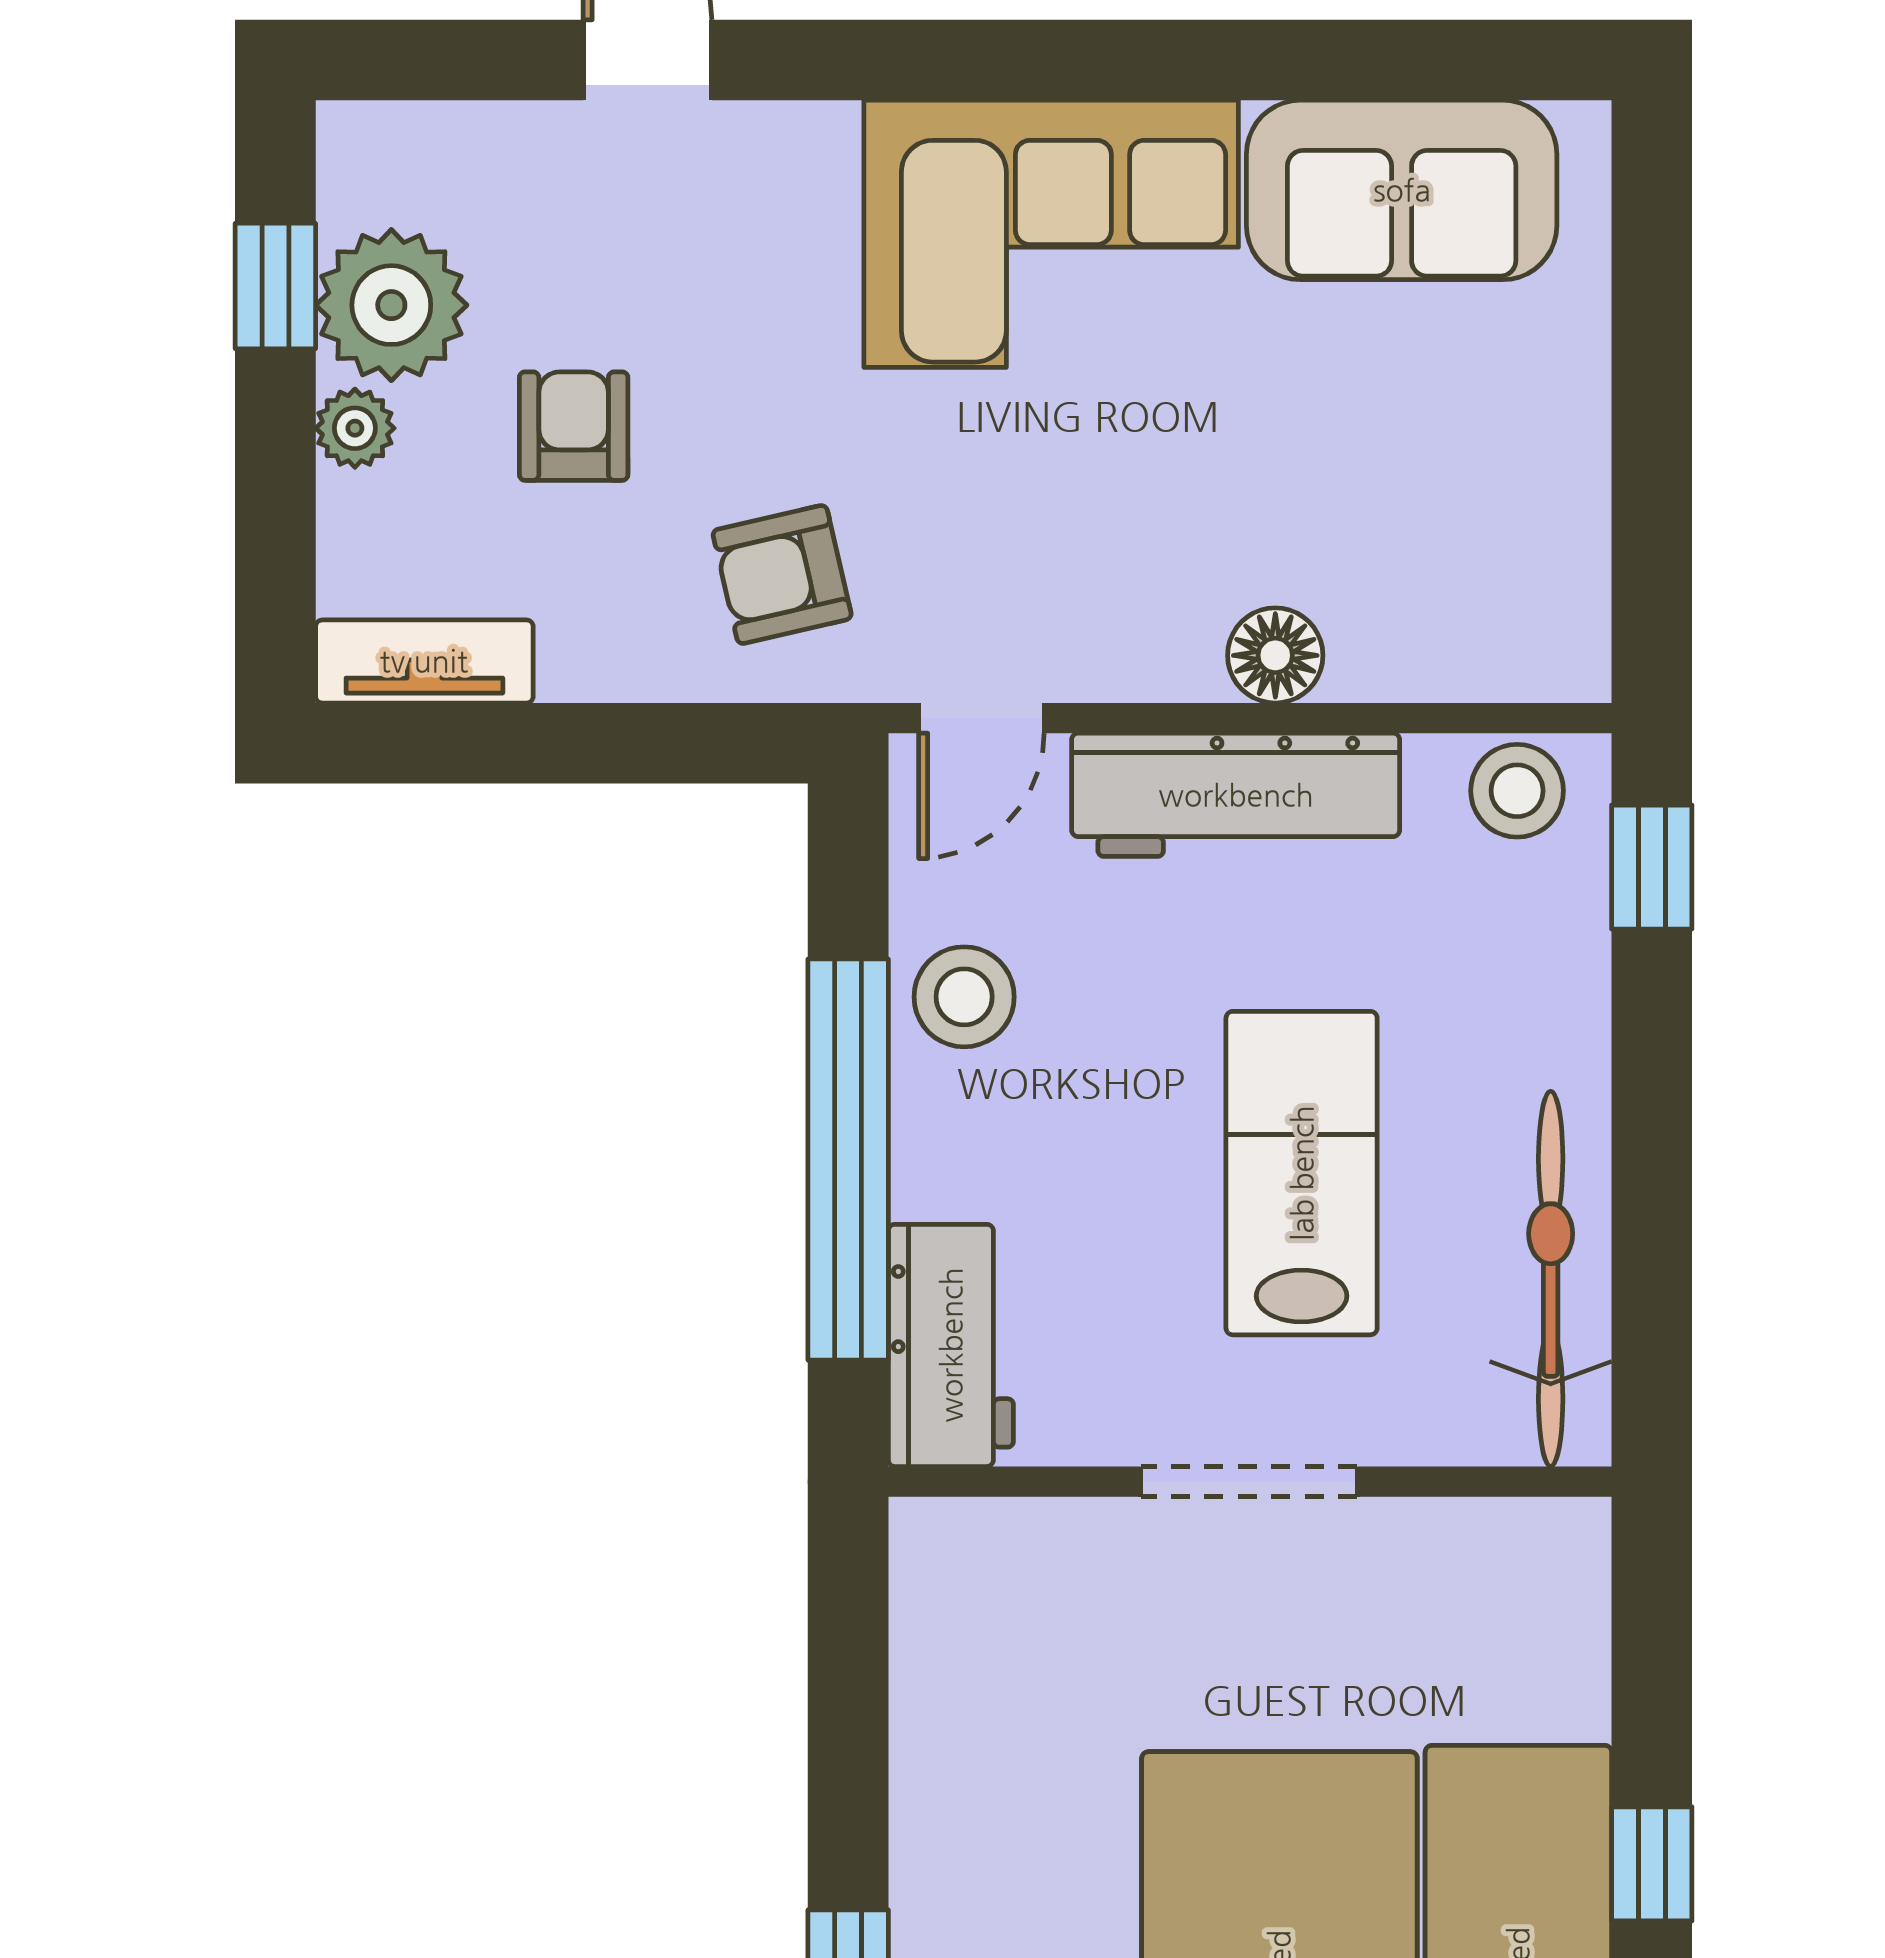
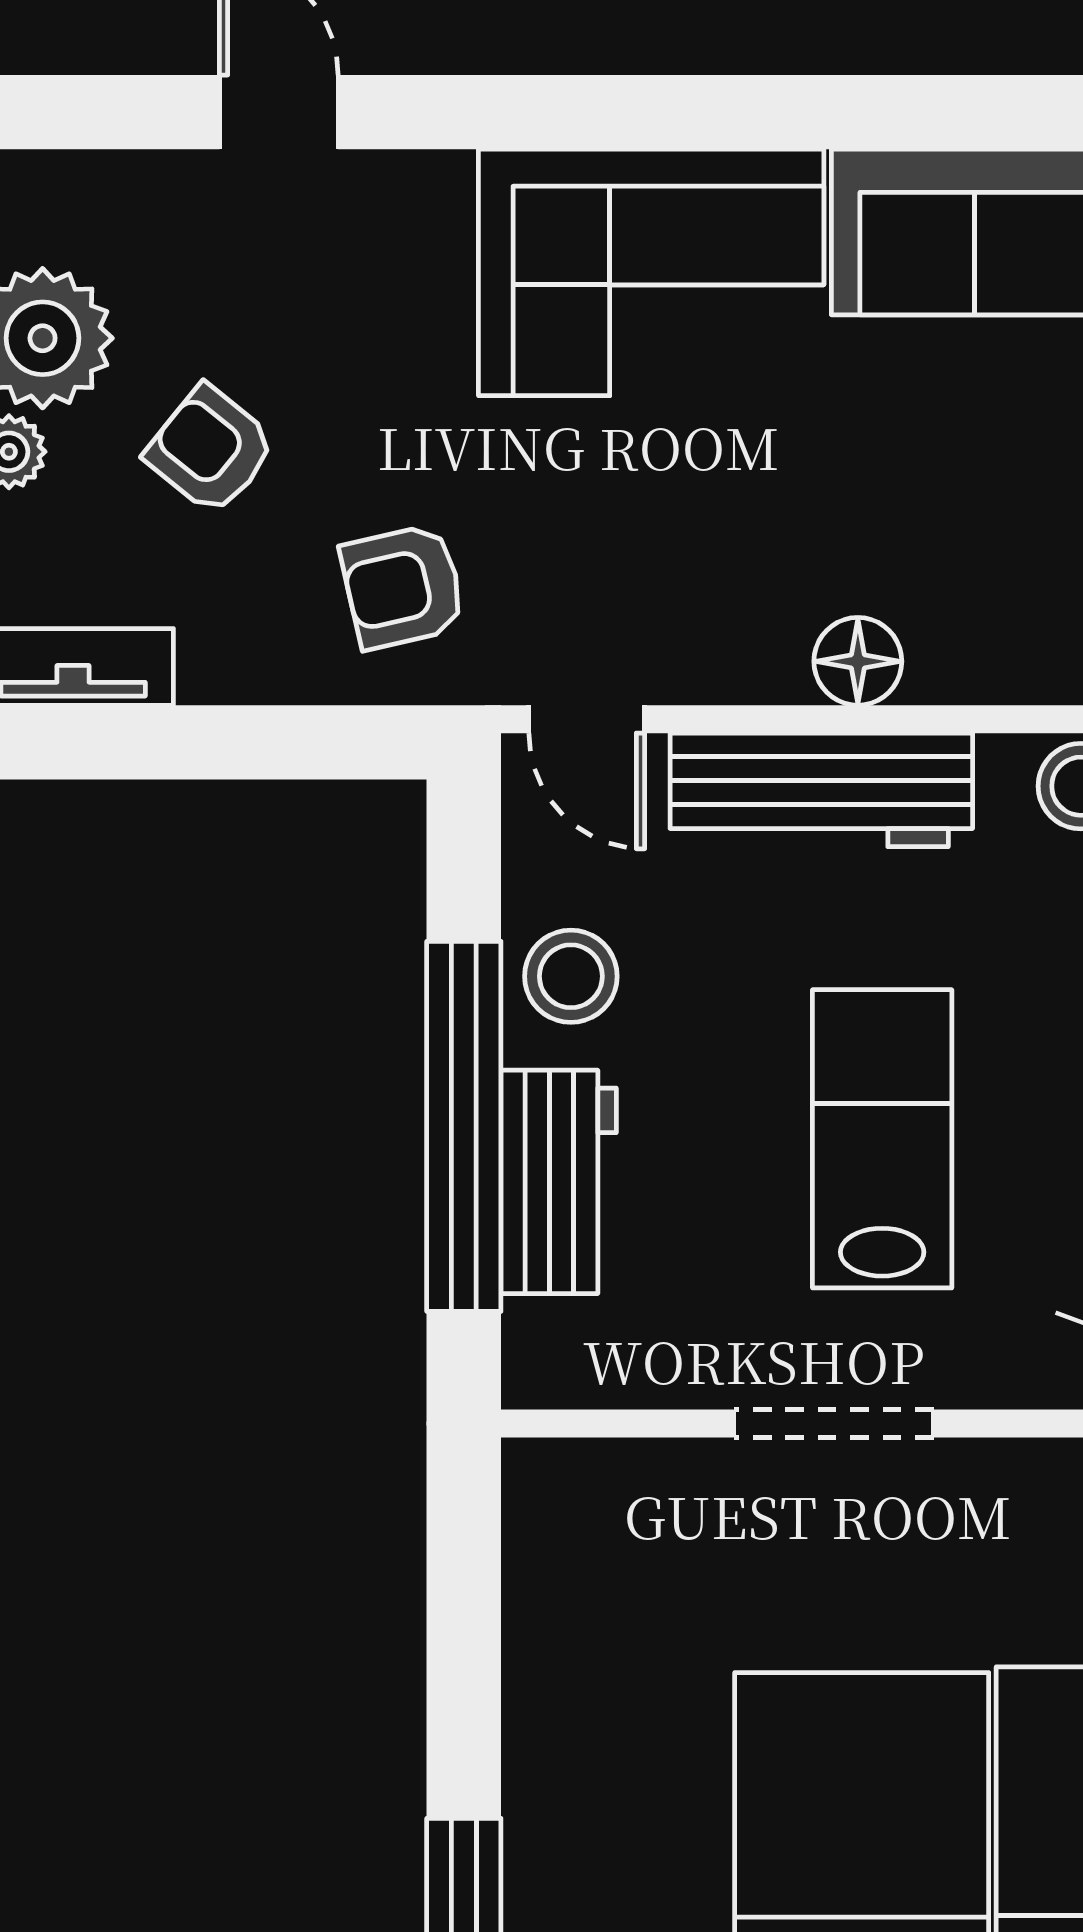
armchair: (574, 426) -> (211, 450), turned -51
door: (981, 718) -> (587, 719), hinge flipped
workbench: (951, 1345) -> (559, 1182), moved

